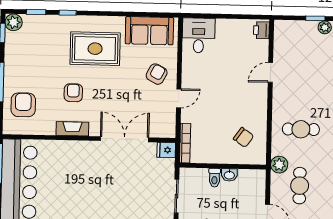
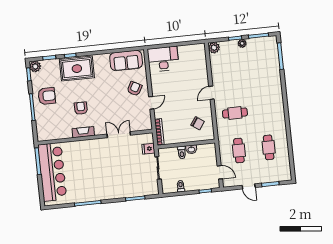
printer: (261, 30) -> (200, 51), removed
desk: (199, 35) -> (163, 59), width x1.37
rug: (95, 49) -> (77, 69), moved
door: (270, 72) -> (211, 93), moved
armchair: (23, 105) -> (47, 96), moved, turned 90
double door: (125, 139) -> (119, 135), width x0.73
fridge: (166, 150) -> (148, 149), moved
plant: (279, 165) -> (214, 48), moved

